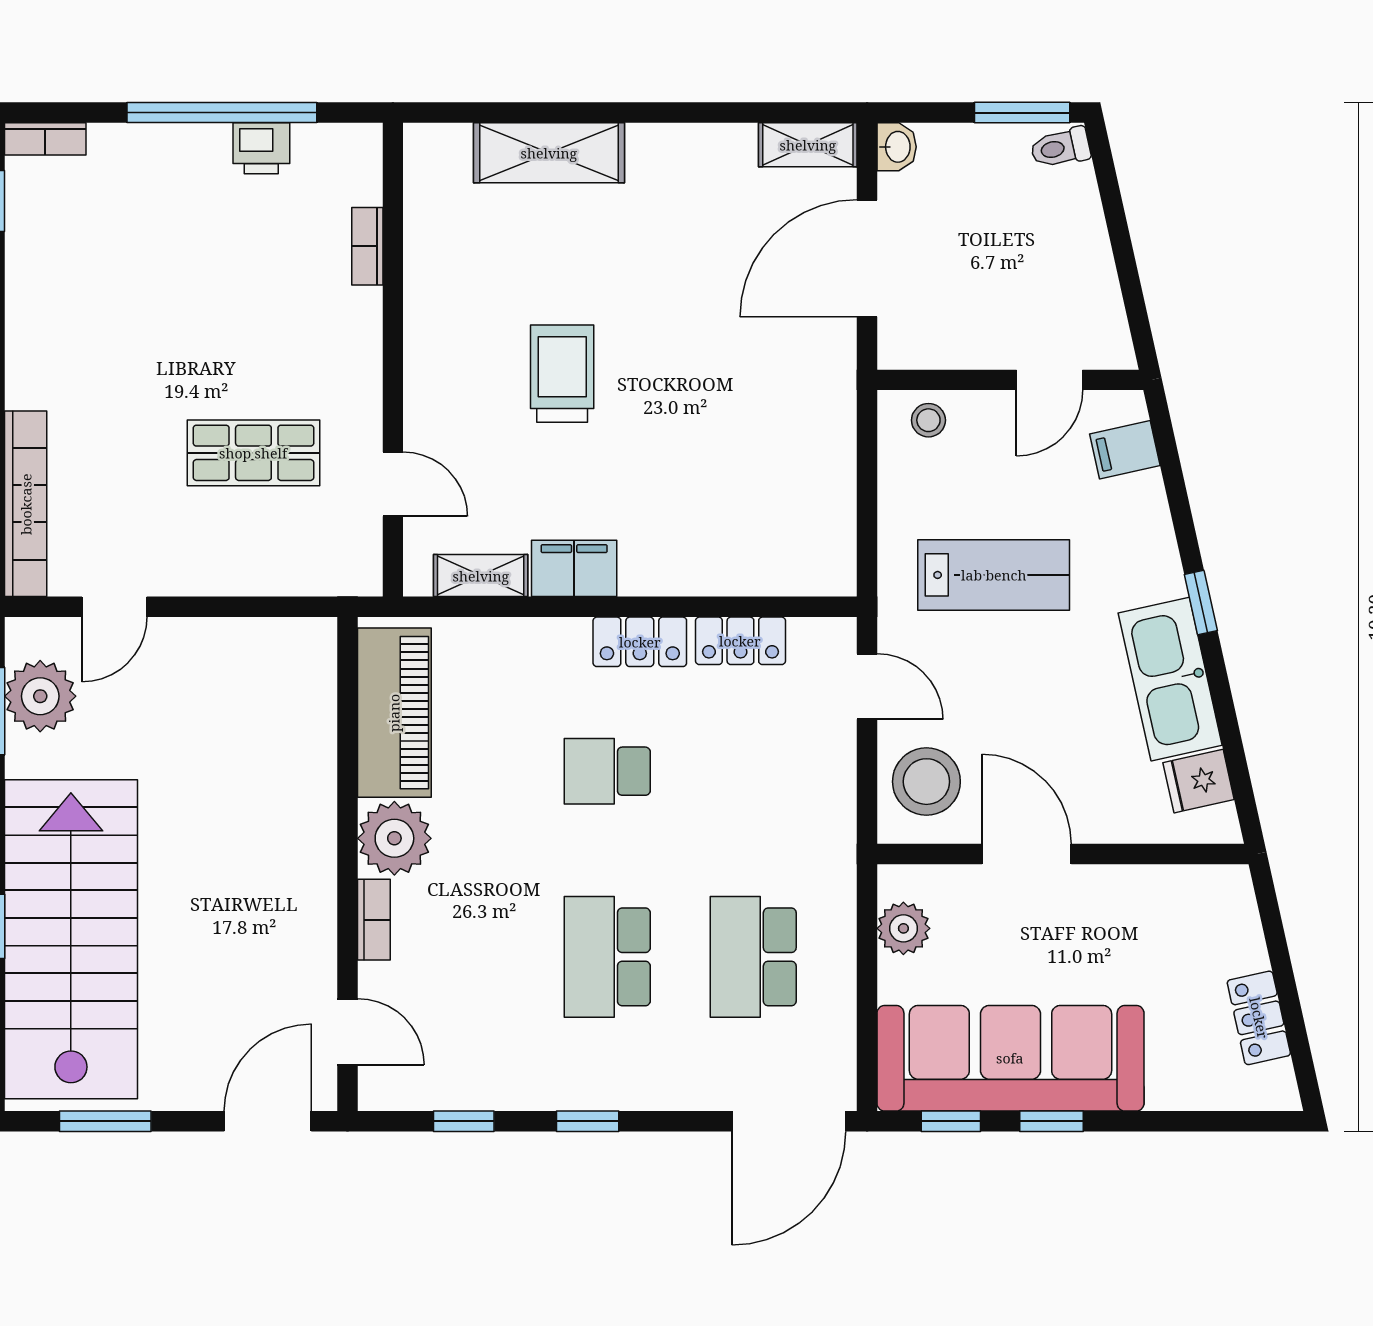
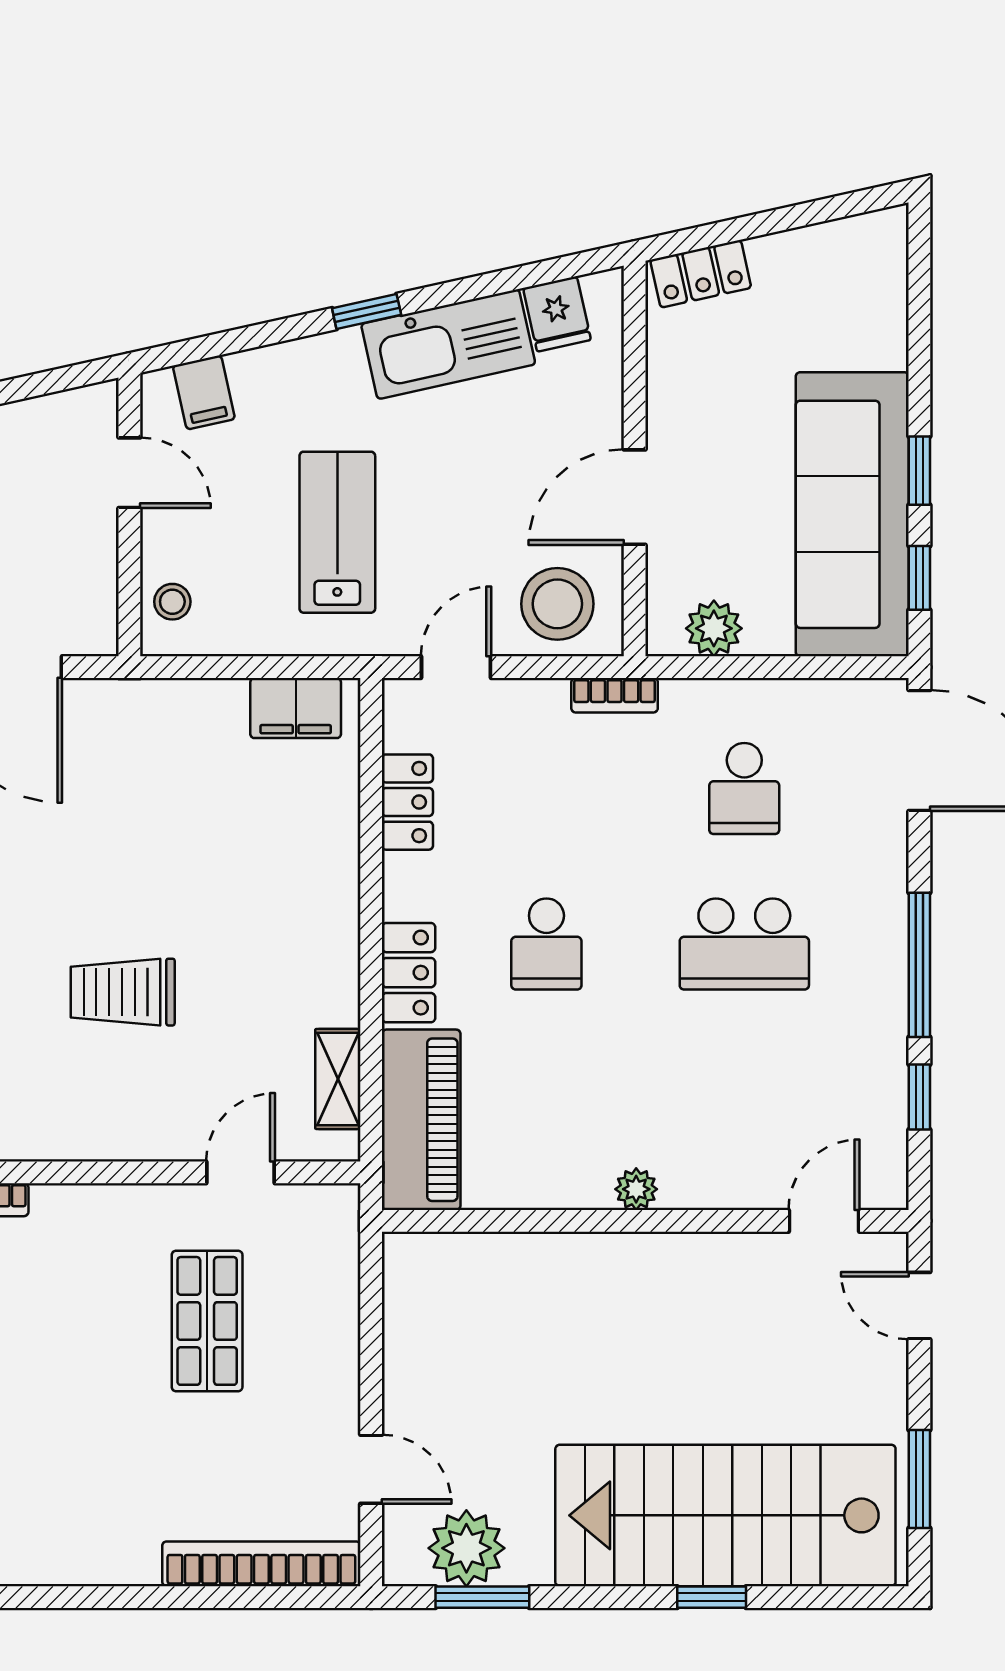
filing cabinet: (574, 568) -> (296, 708), moved, turned -90
locker: (640, 642) -> (409, 973), moved
piano: (394, 713) -> (421, 1120), moved, turned 90
plant: (394, 838) -> (636, 1189), width x0.53, depth x0.53
bookcase: (374, 920) -> (615, 695), moved, turned 180
school desk: (753, 957) -> (744, 788), width x0.54
locker: (1259, 1018) -> (701, 274), moved
door: (268, 1121) -> (919, 1306), width x0.73
window: (588, 1121) -> (919, 965), width x2.17

